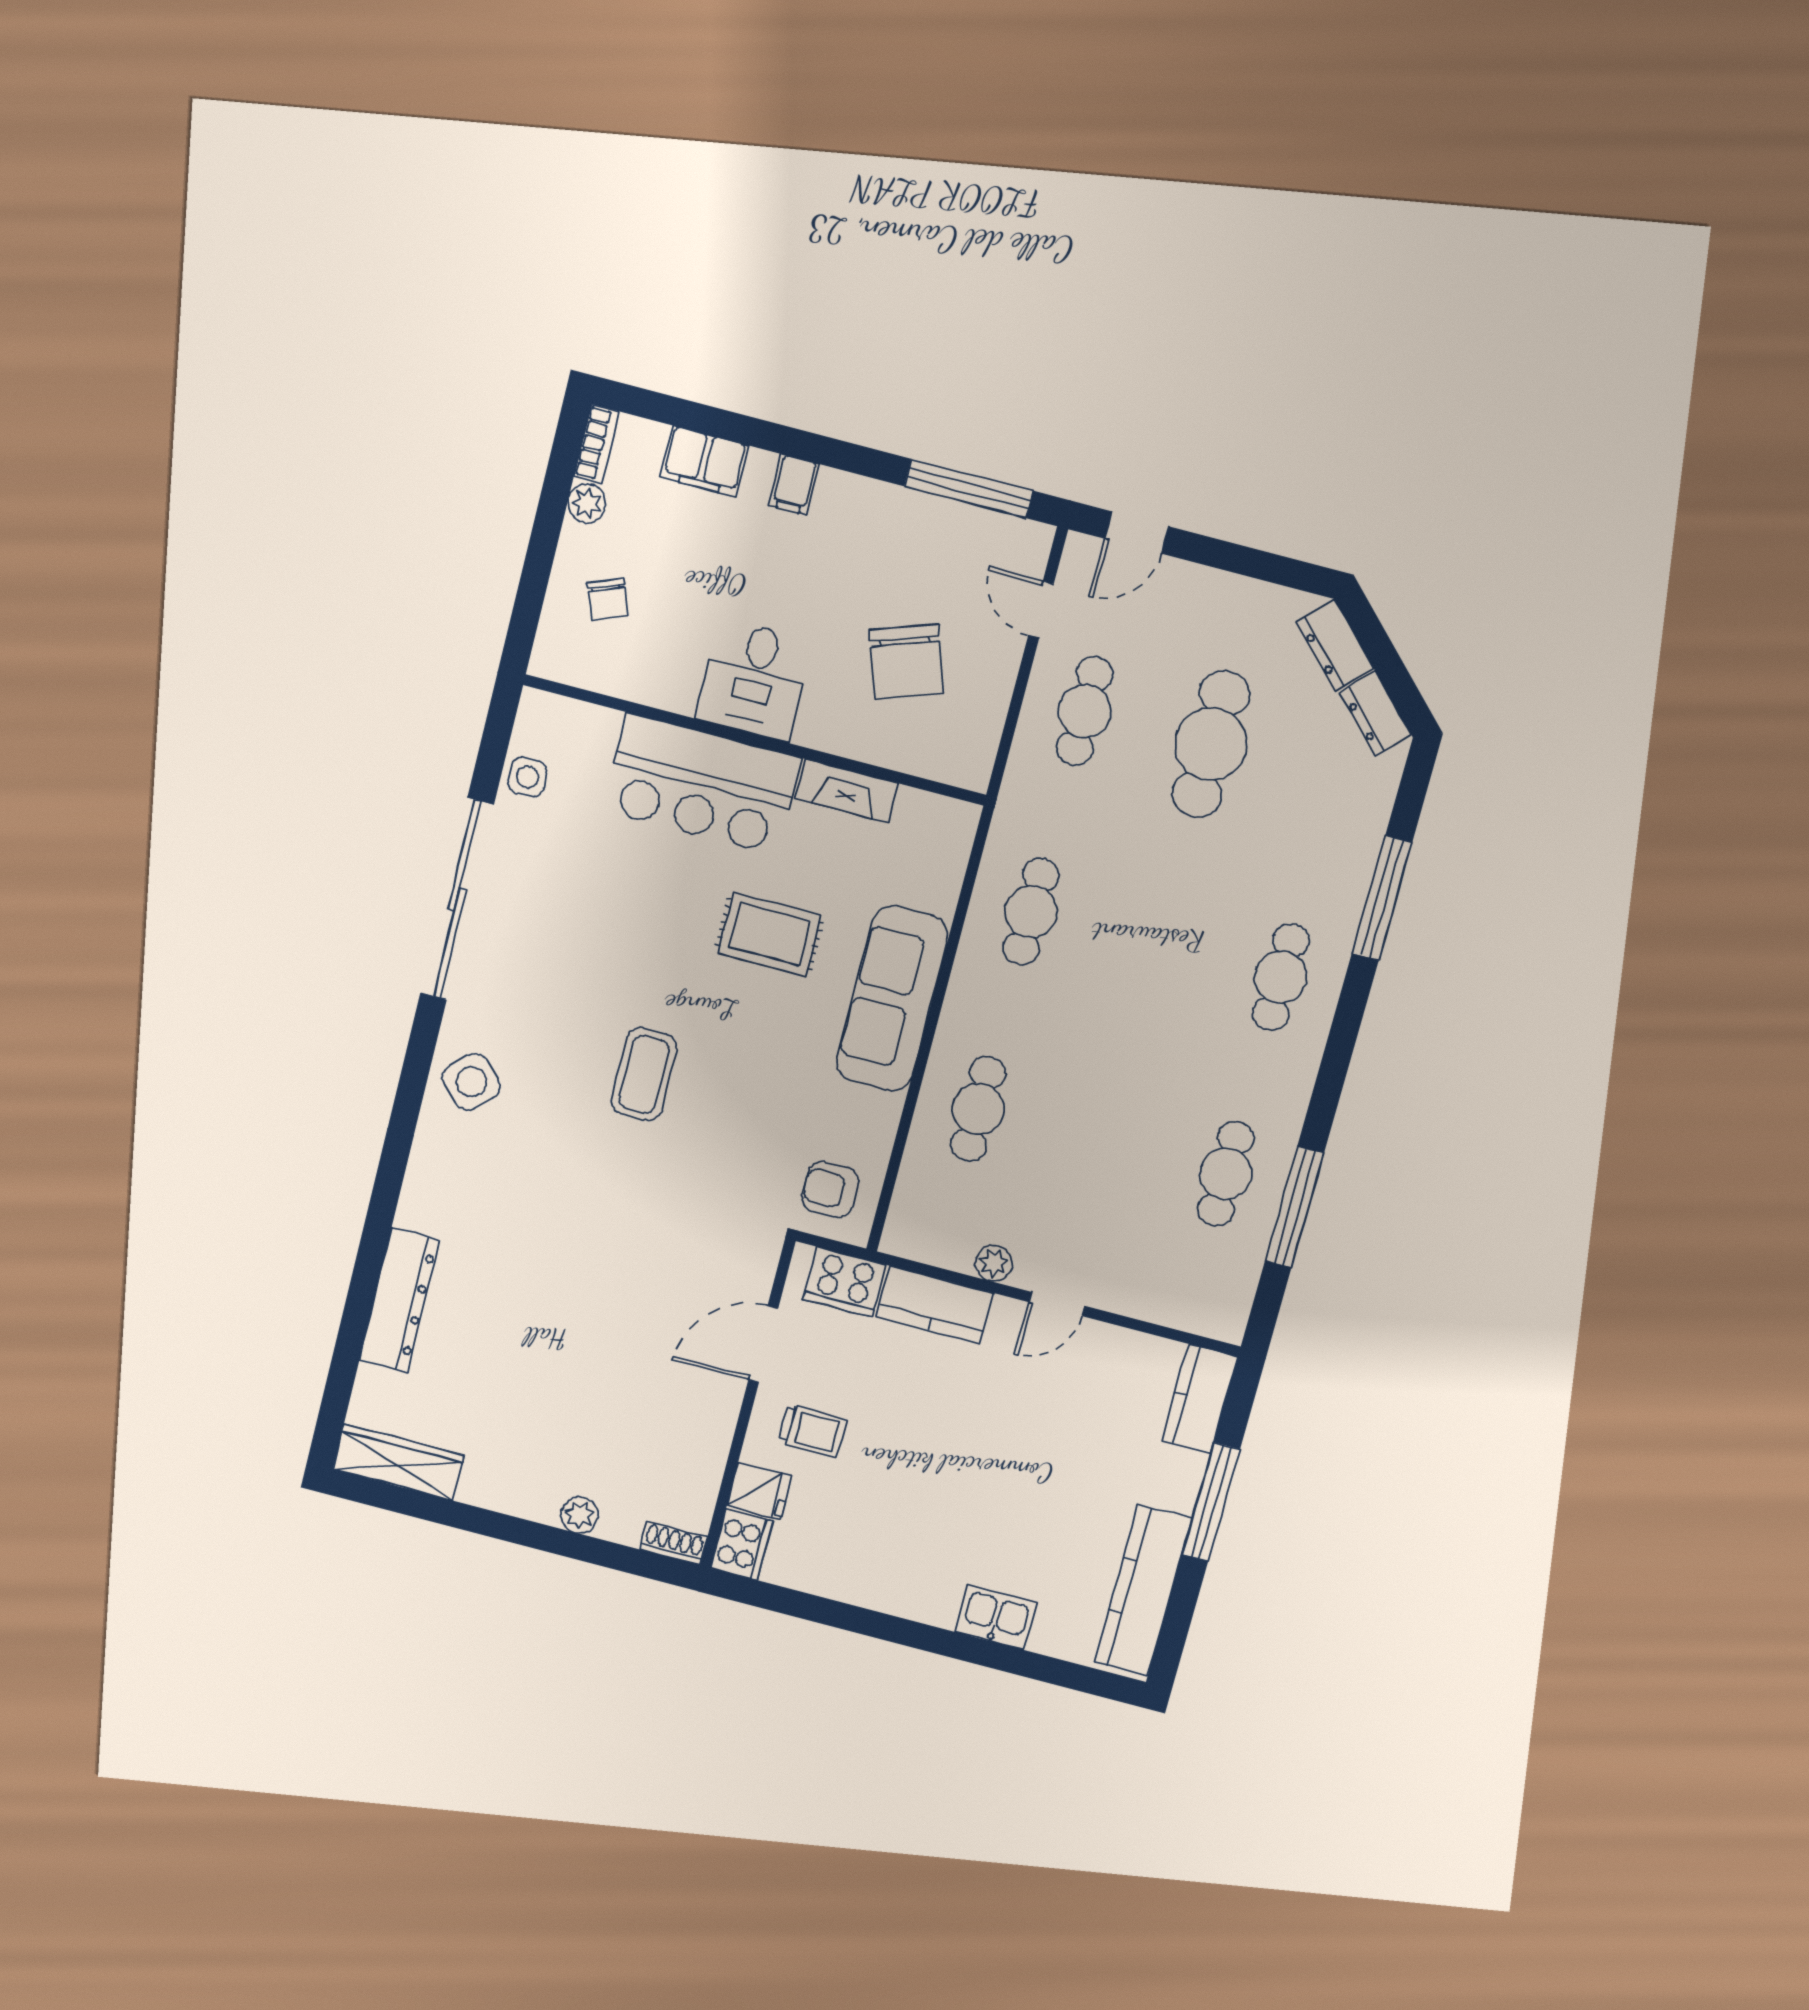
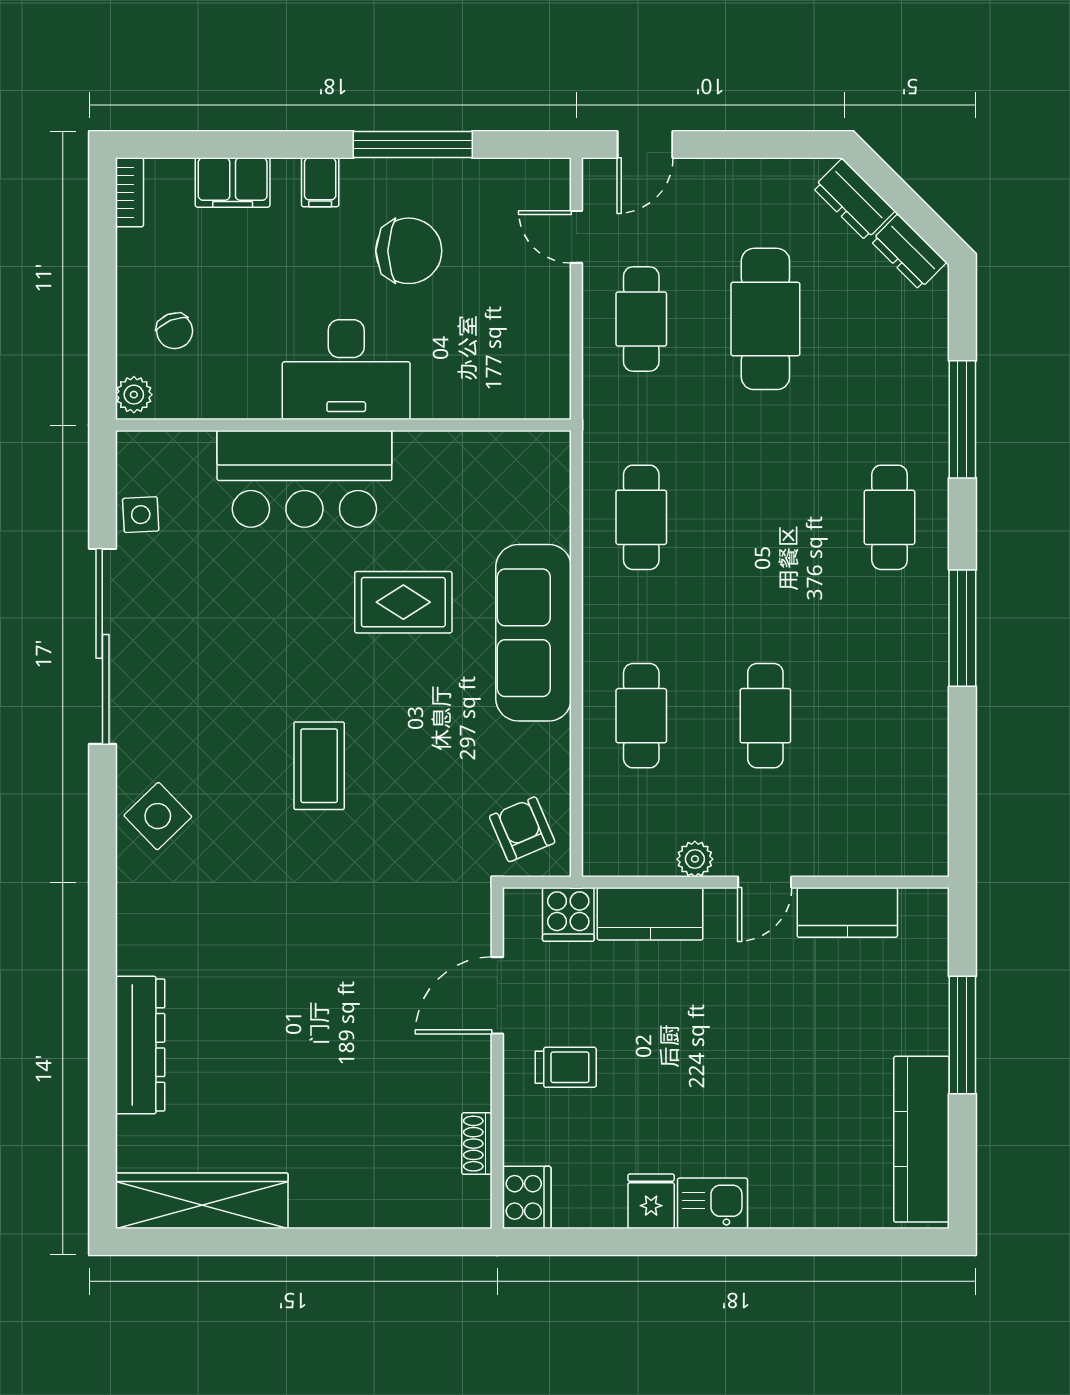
window: (969, 488) -> (413, 145), moved
plant: (587, 503) -> (134, 395), moved
chair: (906, 662) -> (409, 251), moved, turned -71
desk: (754, 680) -> (346, 370), width x1.37
fireplace: (847, 791) -> (441, 450), removed
cafe table: (1226, 1174) -> (765, 716), moved
armchair: (830, 1189) -> (522, 829), turned 67
window: (1294, 1207) -> (962, 628), moved
cooker: (845, 1282) -> (568, 914), width x0.73
kitchen counter: (1200, 1399) -> (847, 912), moved, turned -90
wardrobe: (398, 1462) -> (202, 1201), width x1.40, depth x1.17
fridge: (759, 1491) -> (651, 1201), moved, turned -90
plant: (580, 1515) -> (364, 1210), removed
shoe rack: (674, 1543) -> (477, 1144), moved, turned -90
kitchen sink: (996, 1617) -> (712, 1203), moved

